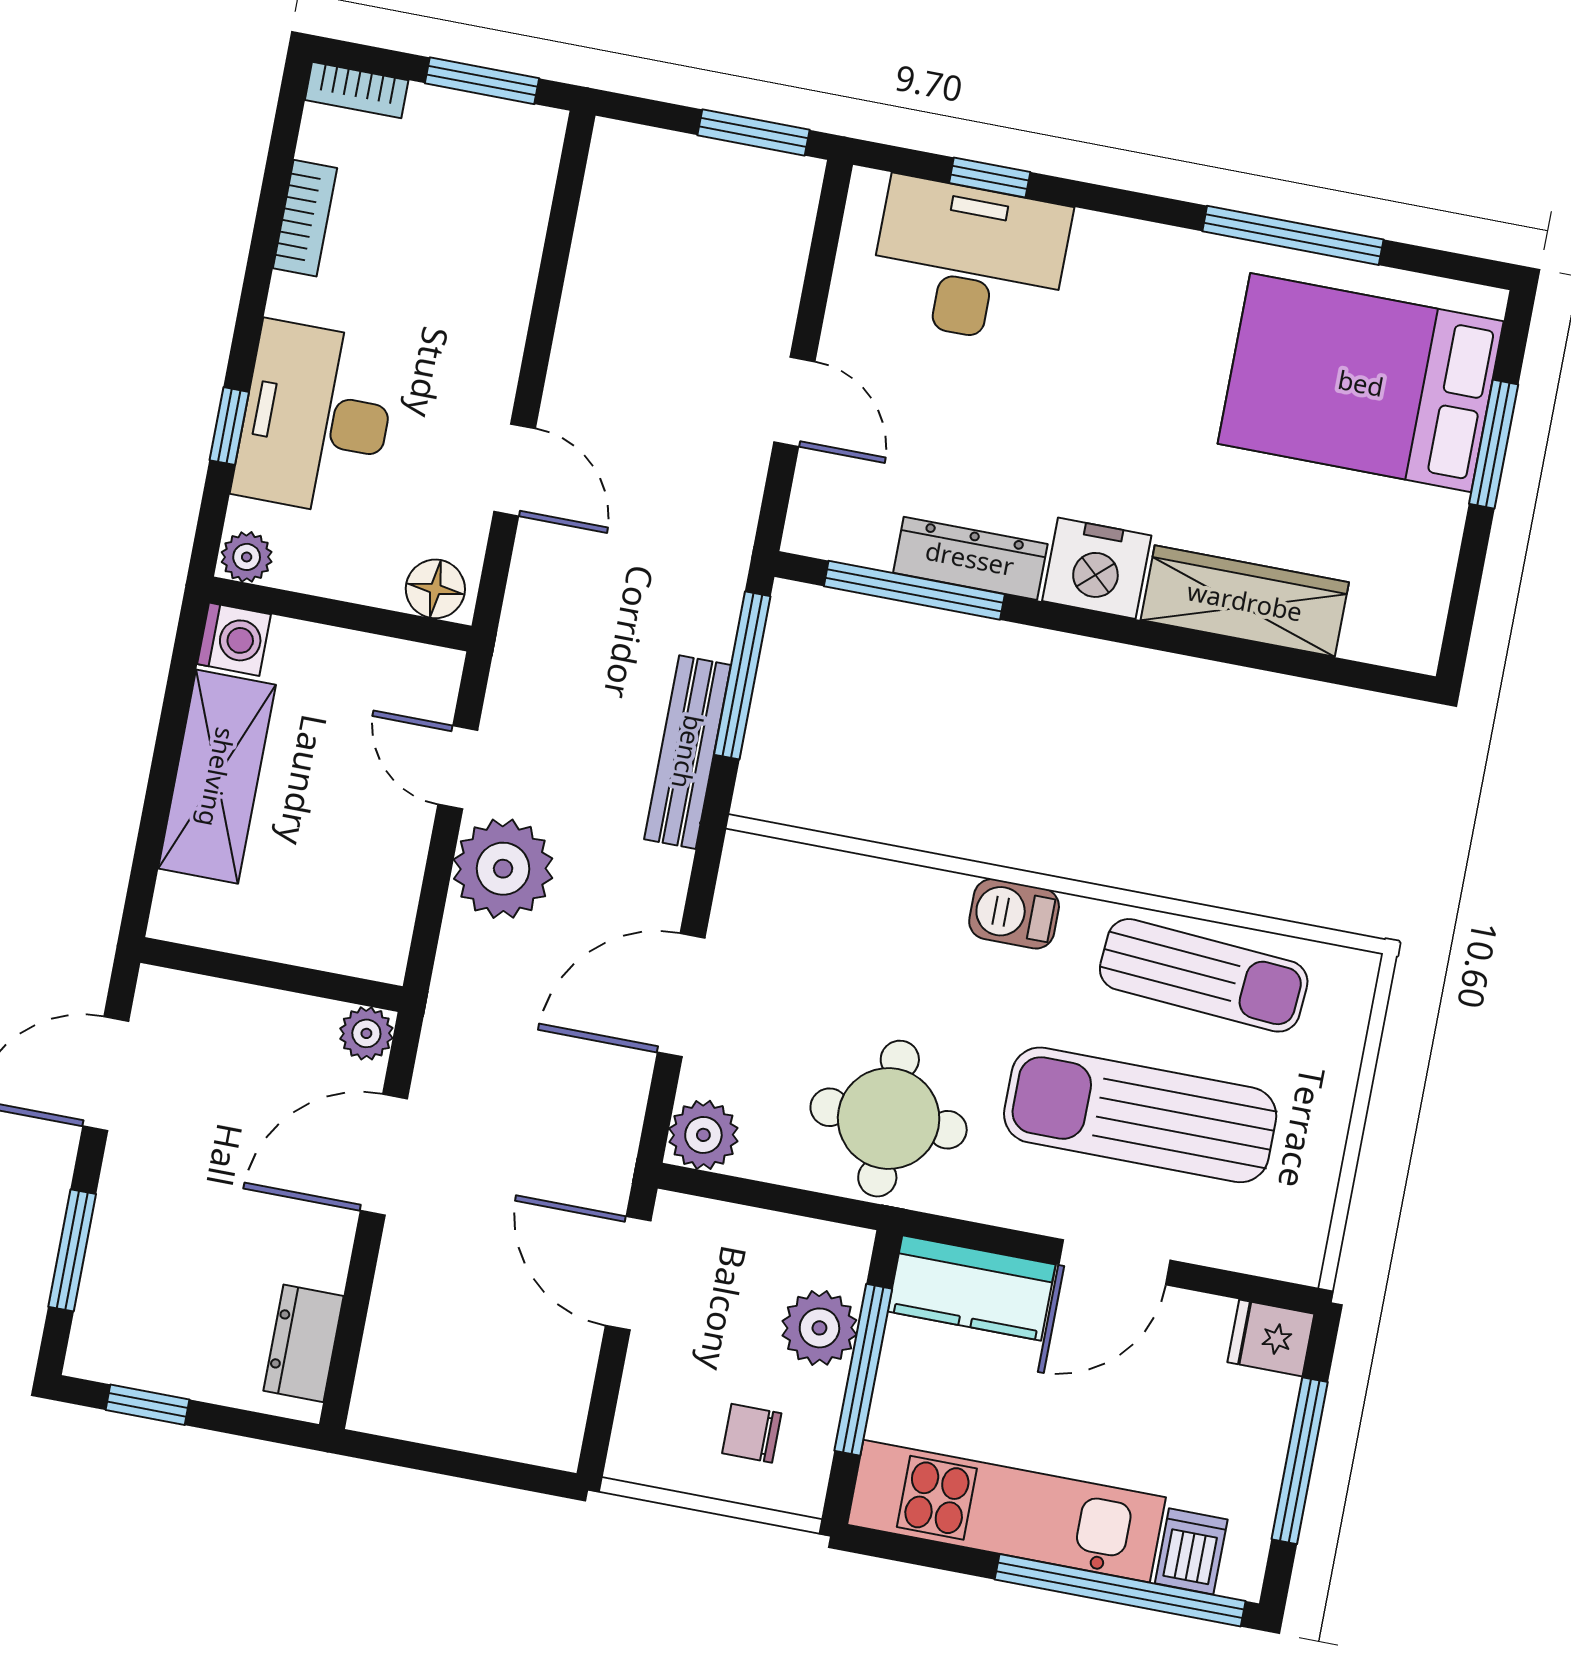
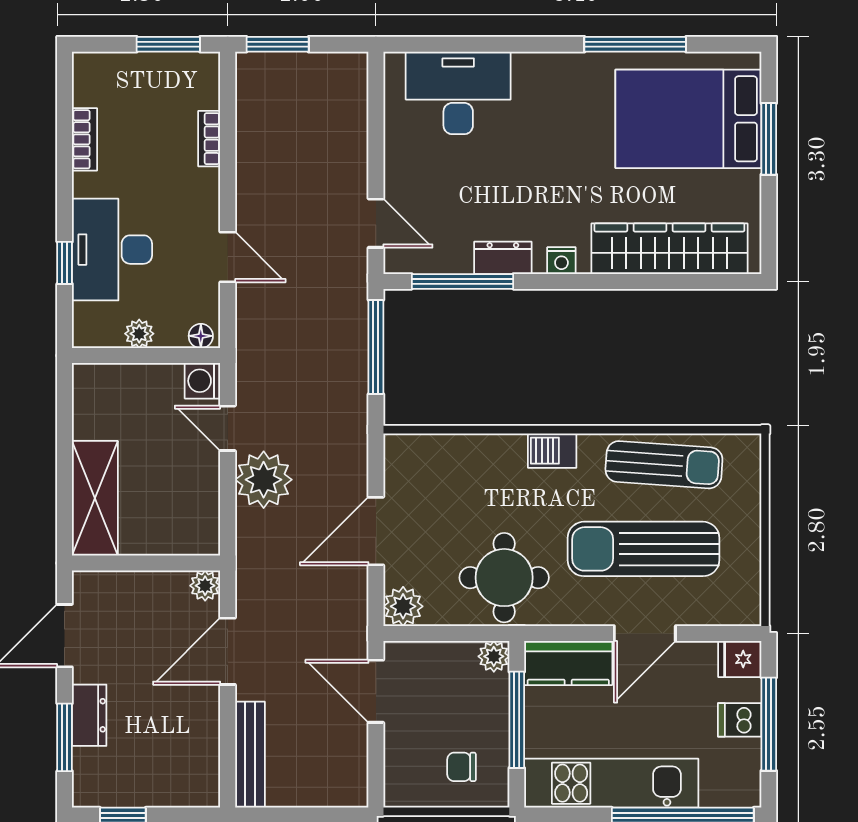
bookcase: (357, 90) -> (209, 139), moved, turned 90
window: (753, 132) -> (278, 44), moved
window: (990, 178) -> (461, 44), removed
door: (794, 402) -> (376, 223), moved
plant: (247, 557) -> (139, 334), moved
dresser: (970, 558) -> (503, 258), width x0.70
nightstand: (1097, 568) -> (561, 261), width x0.53, depth x0.56
floor lamp: (435, 589) -> (201, 336), width x0.73, depth x0.73
wardrobe: (1245, 601) -> (669, 249), width x1.40, depth x1.17
washing machine: (234, 639) -> (202, 381), moved, turned 180
bench: (688, 752) -> (250, 755), moved
shelving: (217, 777) -> (95, 498), moved
plant: (819, 1328) -> (494, 656), moved, width x0.73, depth x0.73
dresser: (304, 1343) -> (89, 715), moved, turned 180
dishwasher: (1191, 1551) -> (740, 720), moved, turned -90

